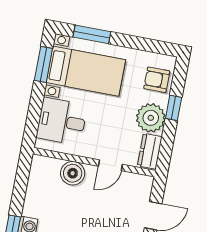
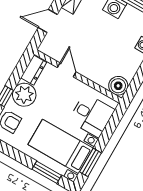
door: (110, 165) -> (67, 70), hinge flipped
boiler: (73, 173) -> (118, 86), moved

